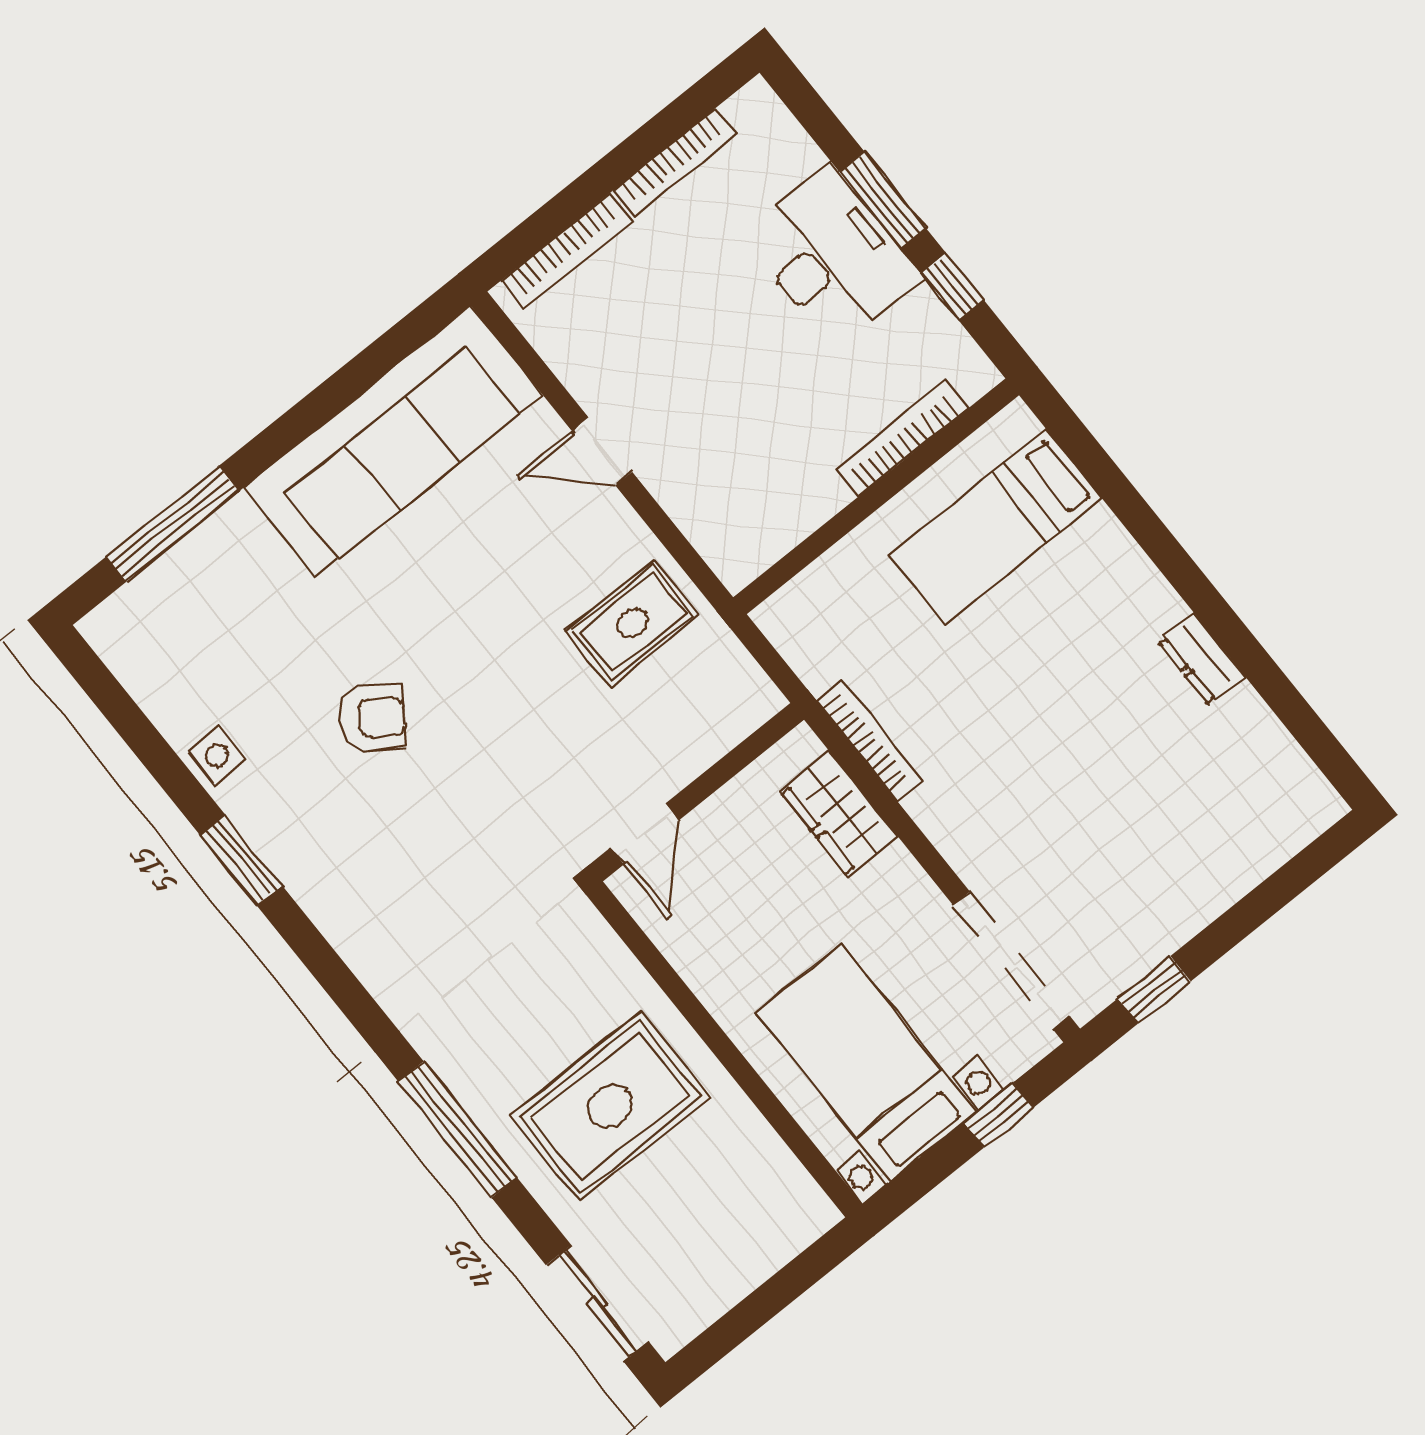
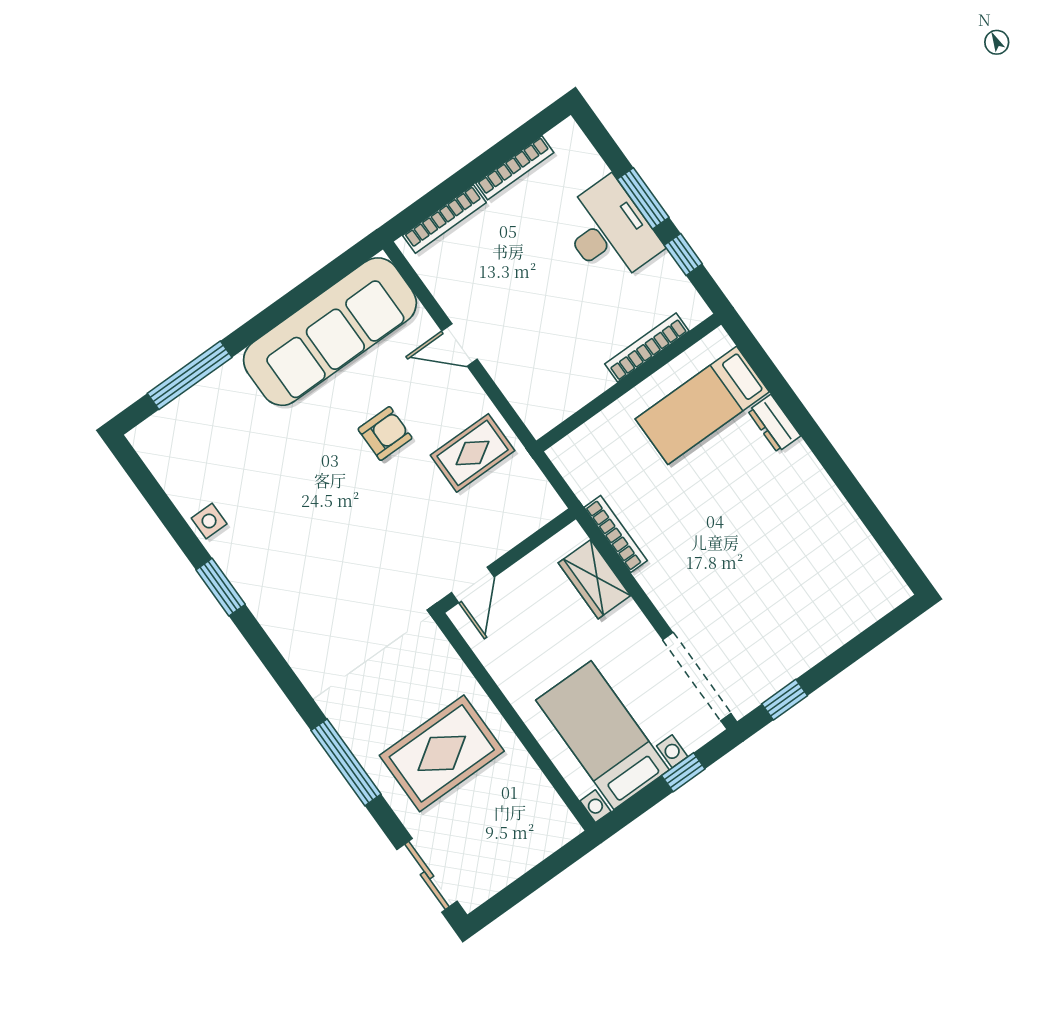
dresser: (1201, 659) -> (774, 423), moved
armchair: (373, 718) -> (385, 434), moved, turned -34

